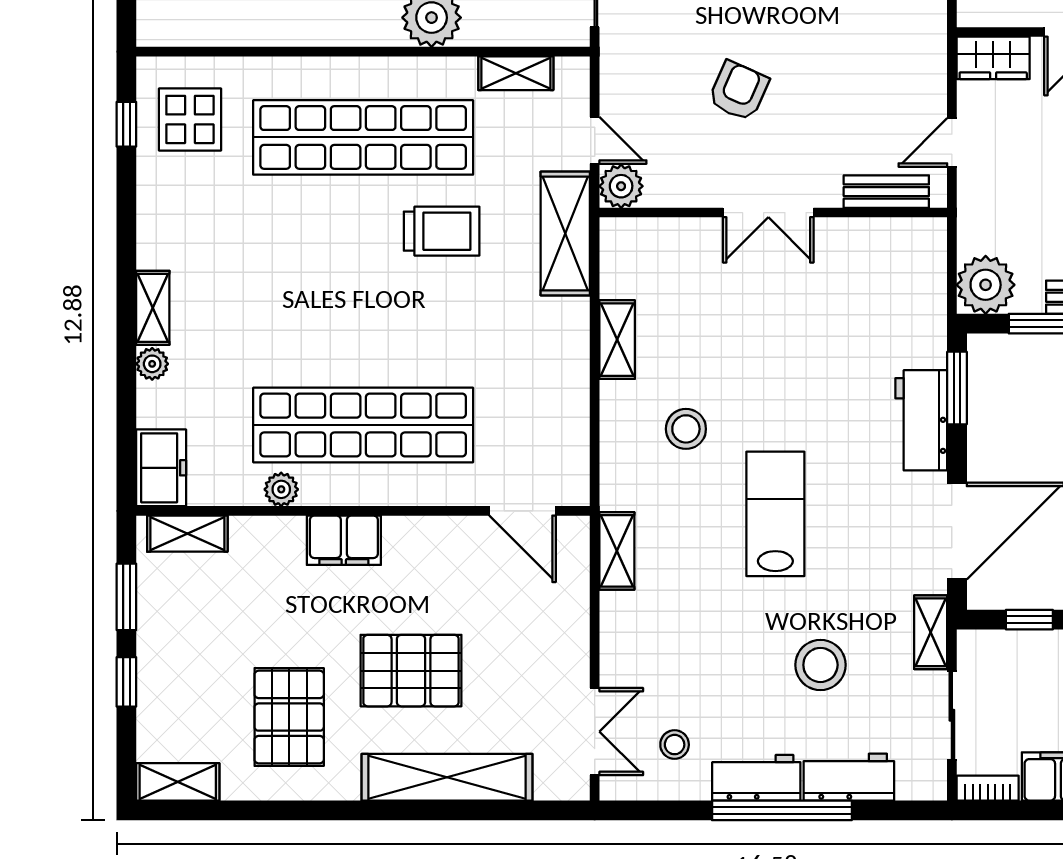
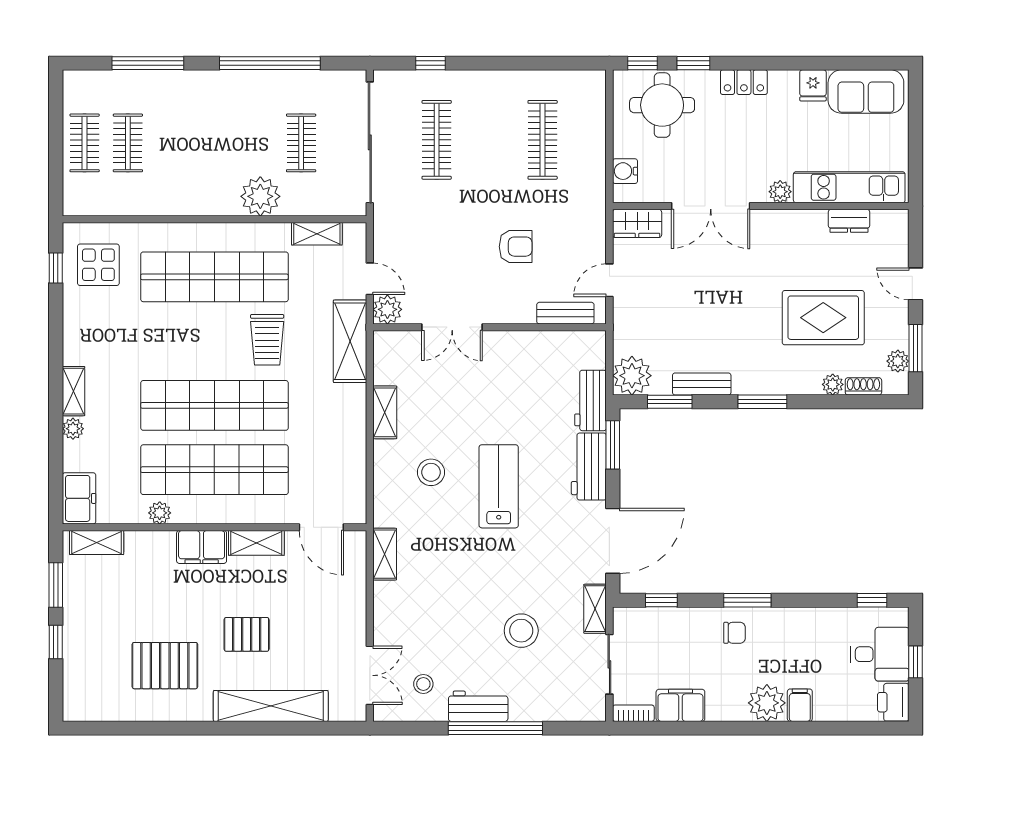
armchair: (739, 91) -> (516, 247), moved, turned 66
double door: (768, 213) -> (452, 327), moved
trolley: (442, 231) -> (267, 340), turned 90
shop shelf: (363, 329) -> (214, 405), added
lab bench: (775, 514) -> (499, 486), moved
pallet: (411, 671) -> (247, 634), width x0.67, depth x0.71
pallet: (289, 717) -> (165, 666), turned 90
workbench: (849, 777) -> (590, 400), moved, turned -90
shelving: (178, 782) -> (256, 543), moved

